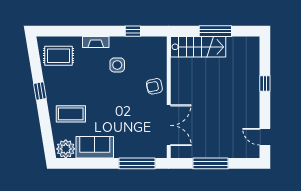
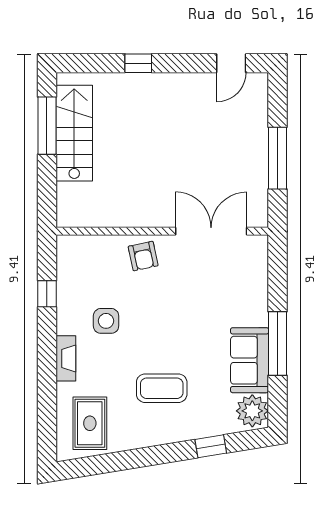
window: (215, 31) -> (47, 126), moved
stairs: (198, 47) -> (74, 133), moved
window: (40, 91) -> (211, 446), moved
coffee table: (71, 114) -> (162, 388), moved, turned 90
window: (137, 163) -> (278, 344), moved

